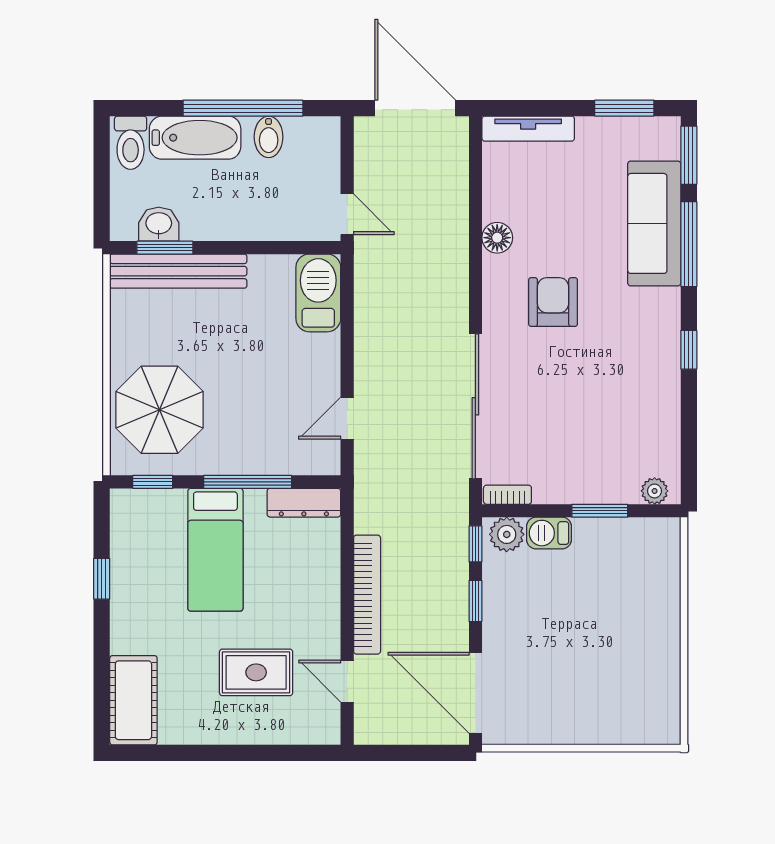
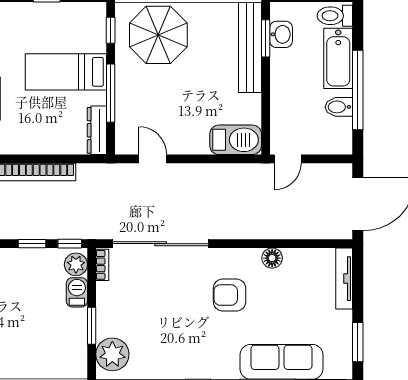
armchair: (553, 302) -> (230, 295), turned 180
plant: (655, 491) -> (112, 354), width x1.88, depth x1.88

